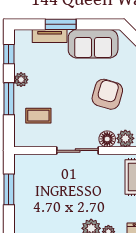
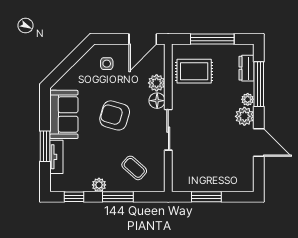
armchair: (107, 94) -> (115, 115), moved
coffee table: (38, 116) -> (134, 168), turned -48

